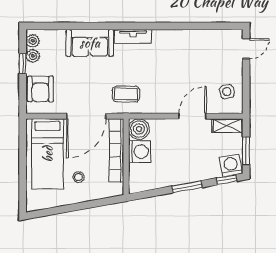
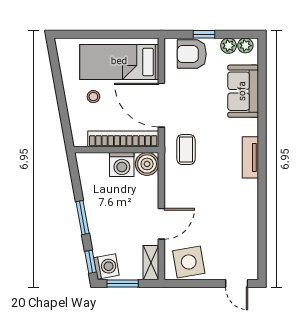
sofa: (90, 43) -> (243, 91), moved
window: (23, 63) -> (204, 34), moved
side table: (227, 92) -> (189, 262), width x1.87, depth x1.87
door: (193, 116) -> (161, 224), hinge flipped

